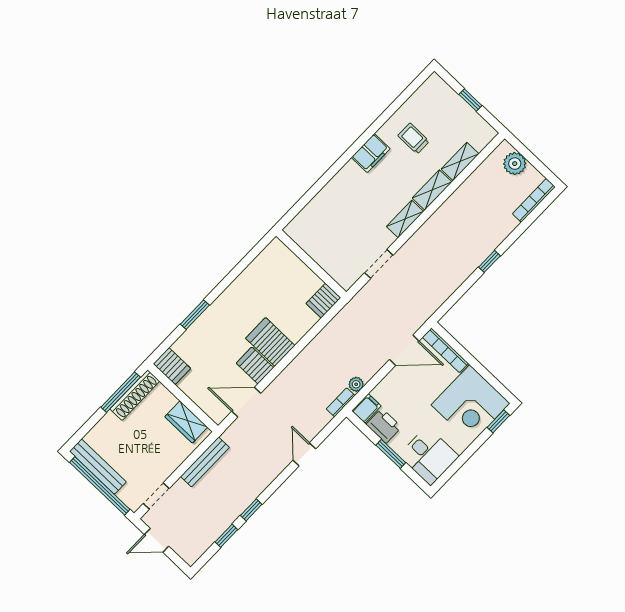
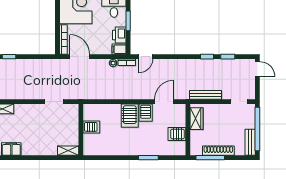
shelving: (405, 219) -> (68, 151), moved
server rack: (323, 301) -> (91, 127), moved
server rack: (172, 366) -> (177, 134), moved, turned -90
shoe rack: (135, 395) -> (218, 151), moved
door: (246, 402) -> (164, 102), swing flipped
door: (304, 454) -> (146, 57), moved
bench: (98, 467) -> (250, 142), width x0.73
door: (157, 540) -> (257, 69), moved

